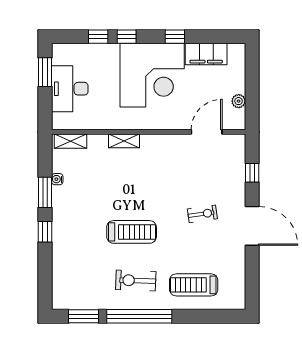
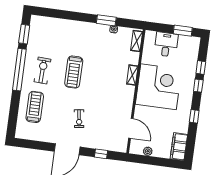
filing cabinet: (206, 54) -> (179, 147), moved
corner desk: (152, 75) -> (158, 87), moved, turned 180
desk: (70, 89) -> (166, 44), width x0.73
window: (45, 232) -> (81, 17), removed

